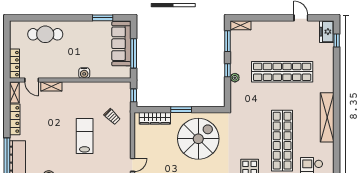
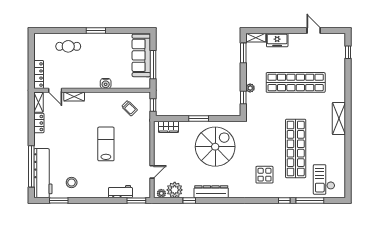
window: (103, 18) -> (96, 31), moved
freezer: (327, 32) -> (277, 40), moved, turned -90
cafe table: (45, 34) -> (68, 46), width x0.73, depth x0.74
window: (227, 70) -> (243, 98), moved
trolley: (112, 117) -> (129, 108), moved
shelving: (327, 117) -> (339, 119), width x0.68
wardrobe: (155, 118) -> (169, 127), width x0.67
locker: (15, 119) -> (39, 123), width x0.66

